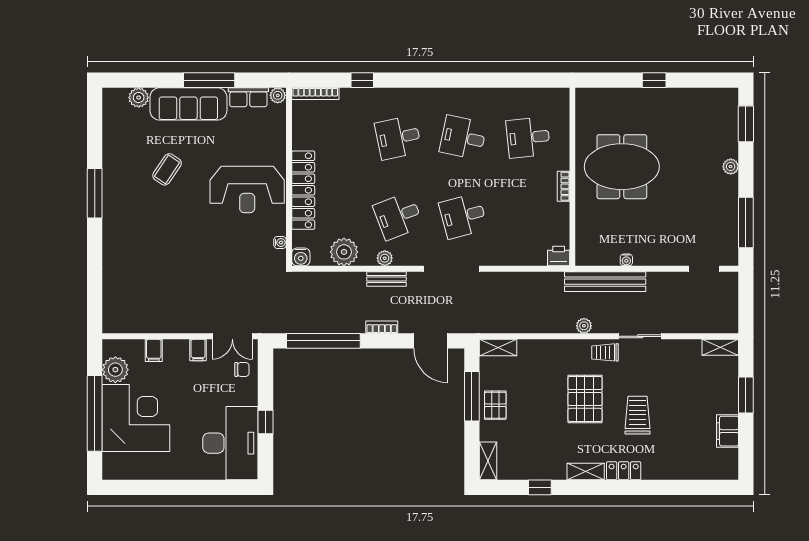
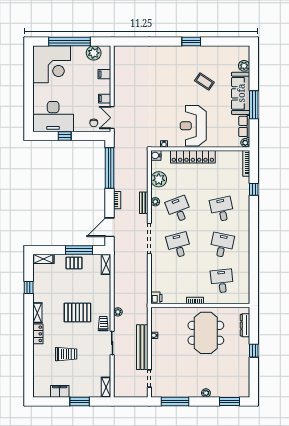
dresser: (608, 96) -> (245, 325), added
window: (95, 193) -> (191, 42), width x0.69
bench: (605, 282) -> (142, 347), moved
trolley: (637, 415) -> (66, 354), moved
corner desk: (136, 418) -> (52, 64), moved

